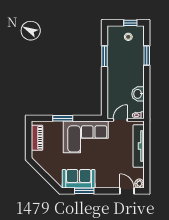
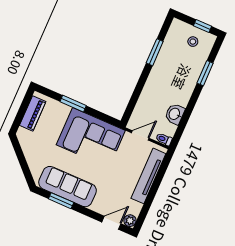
sofa: (79, 179) -> (68, 187), width x1.36
door: (127, 191) -> (111, 223), hinge flipped

